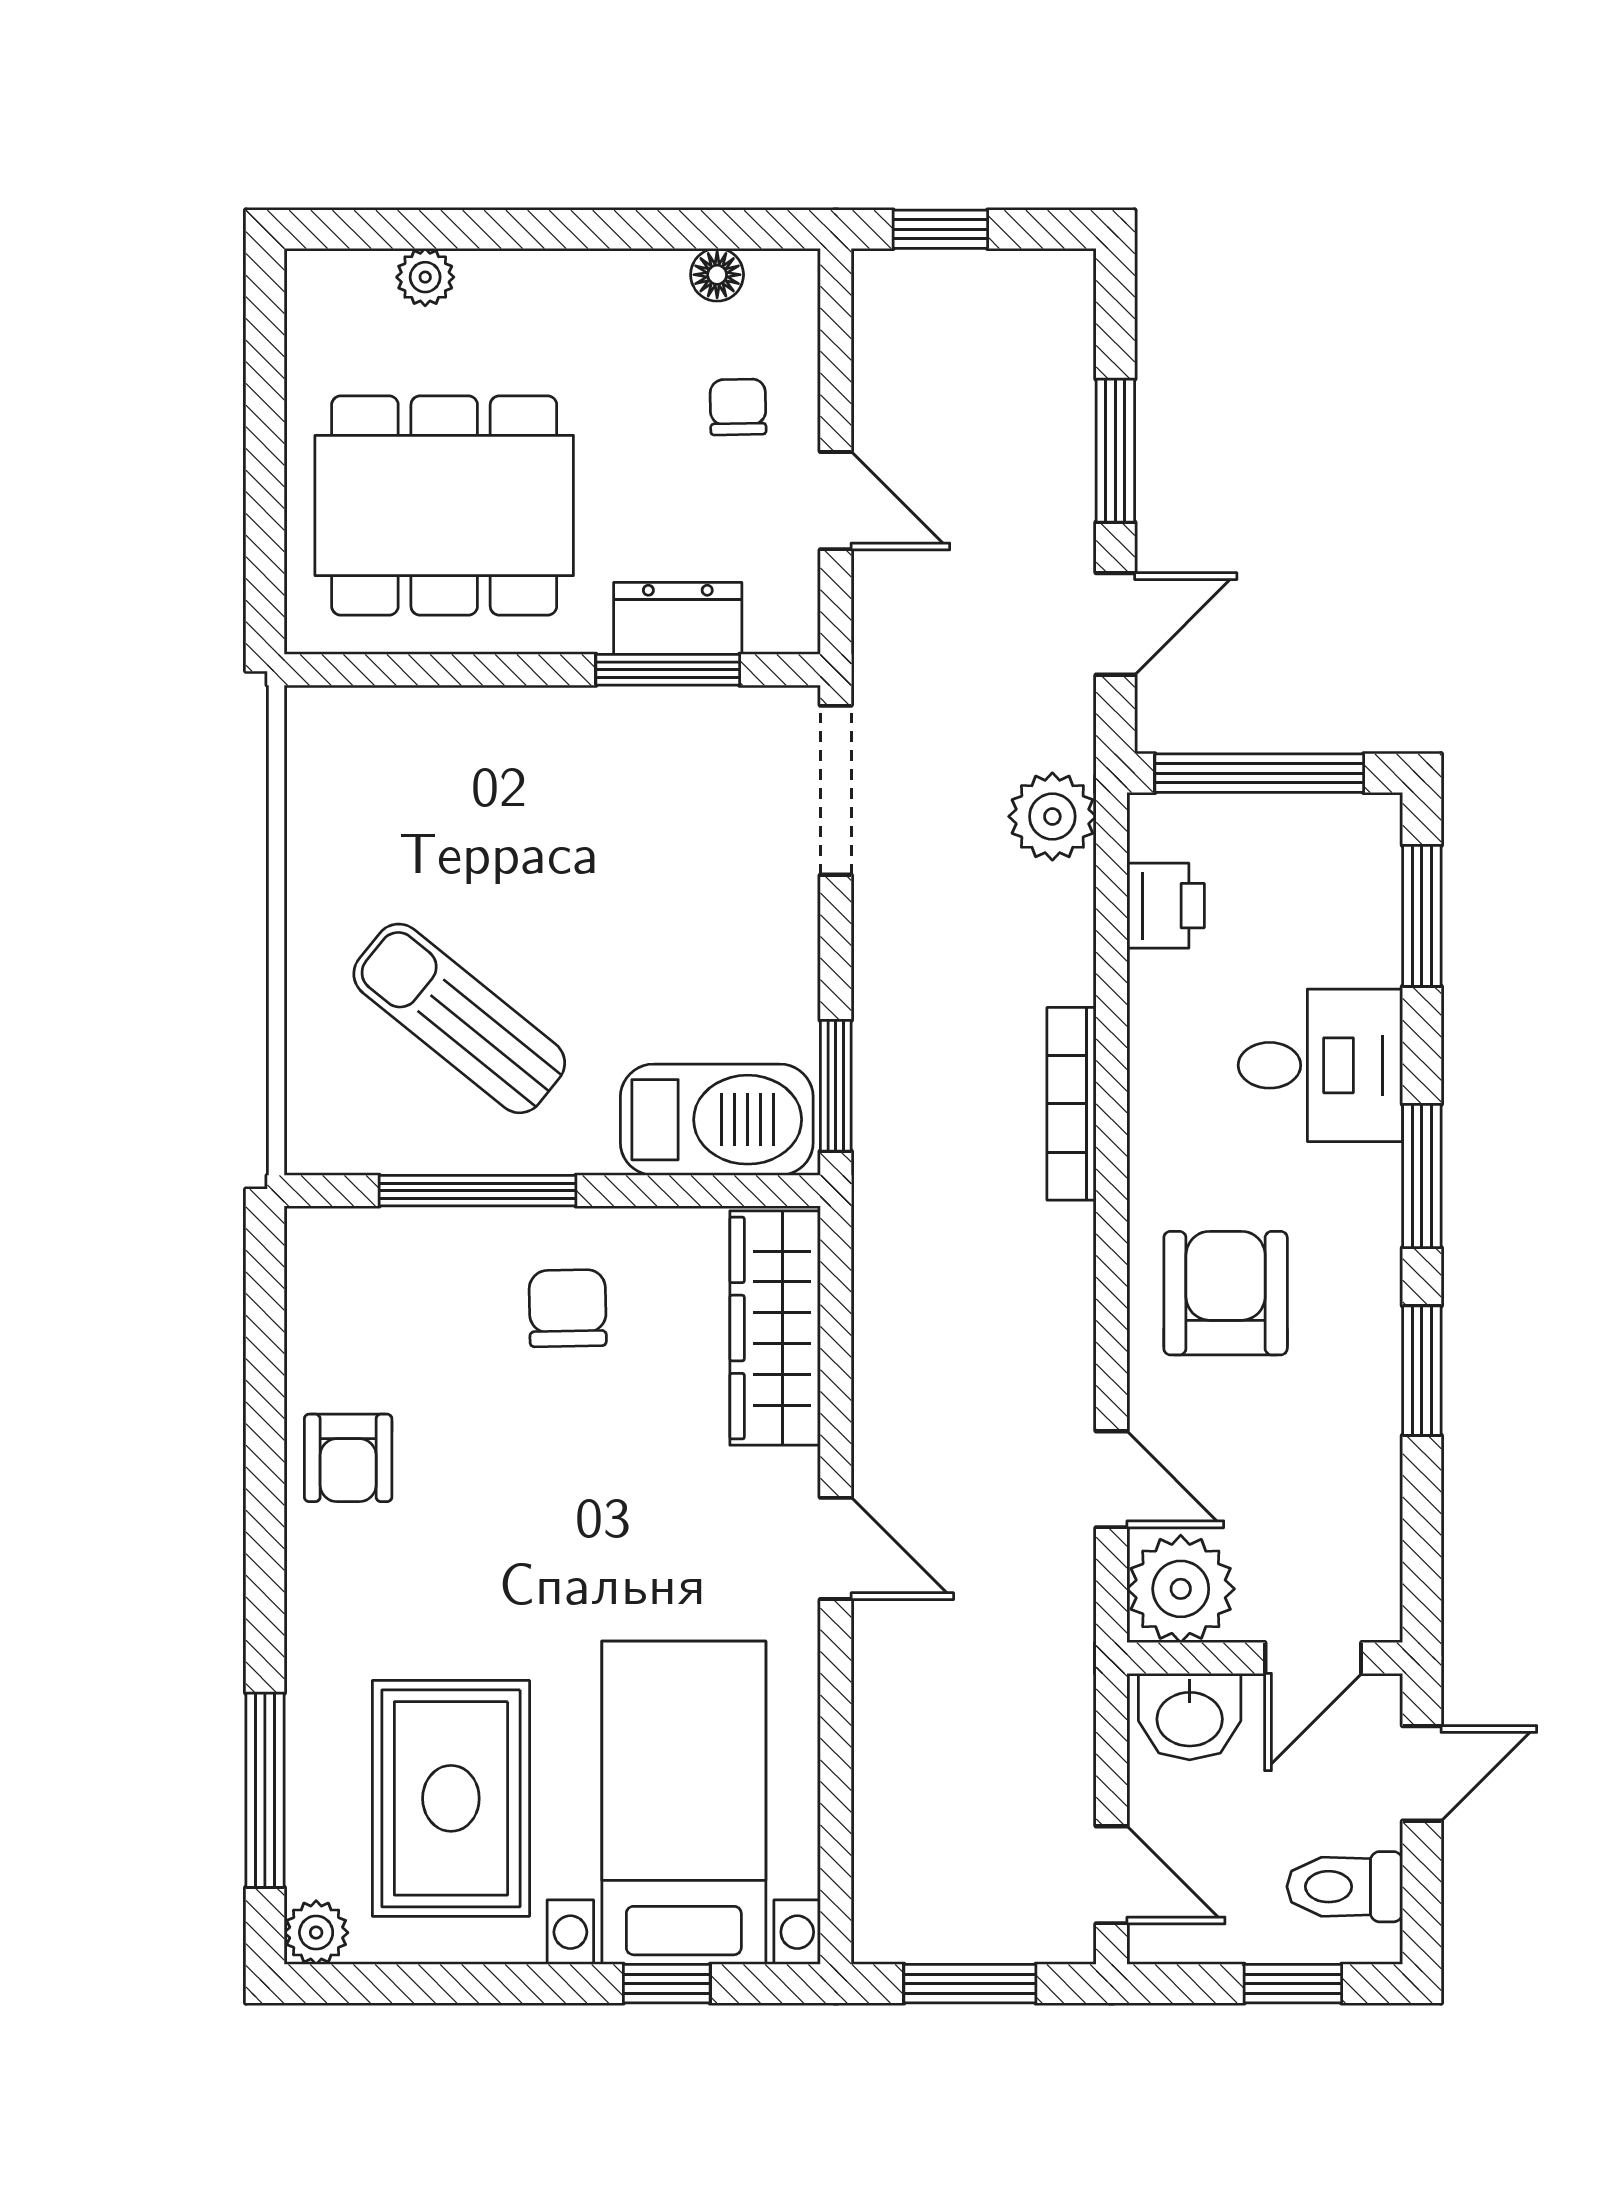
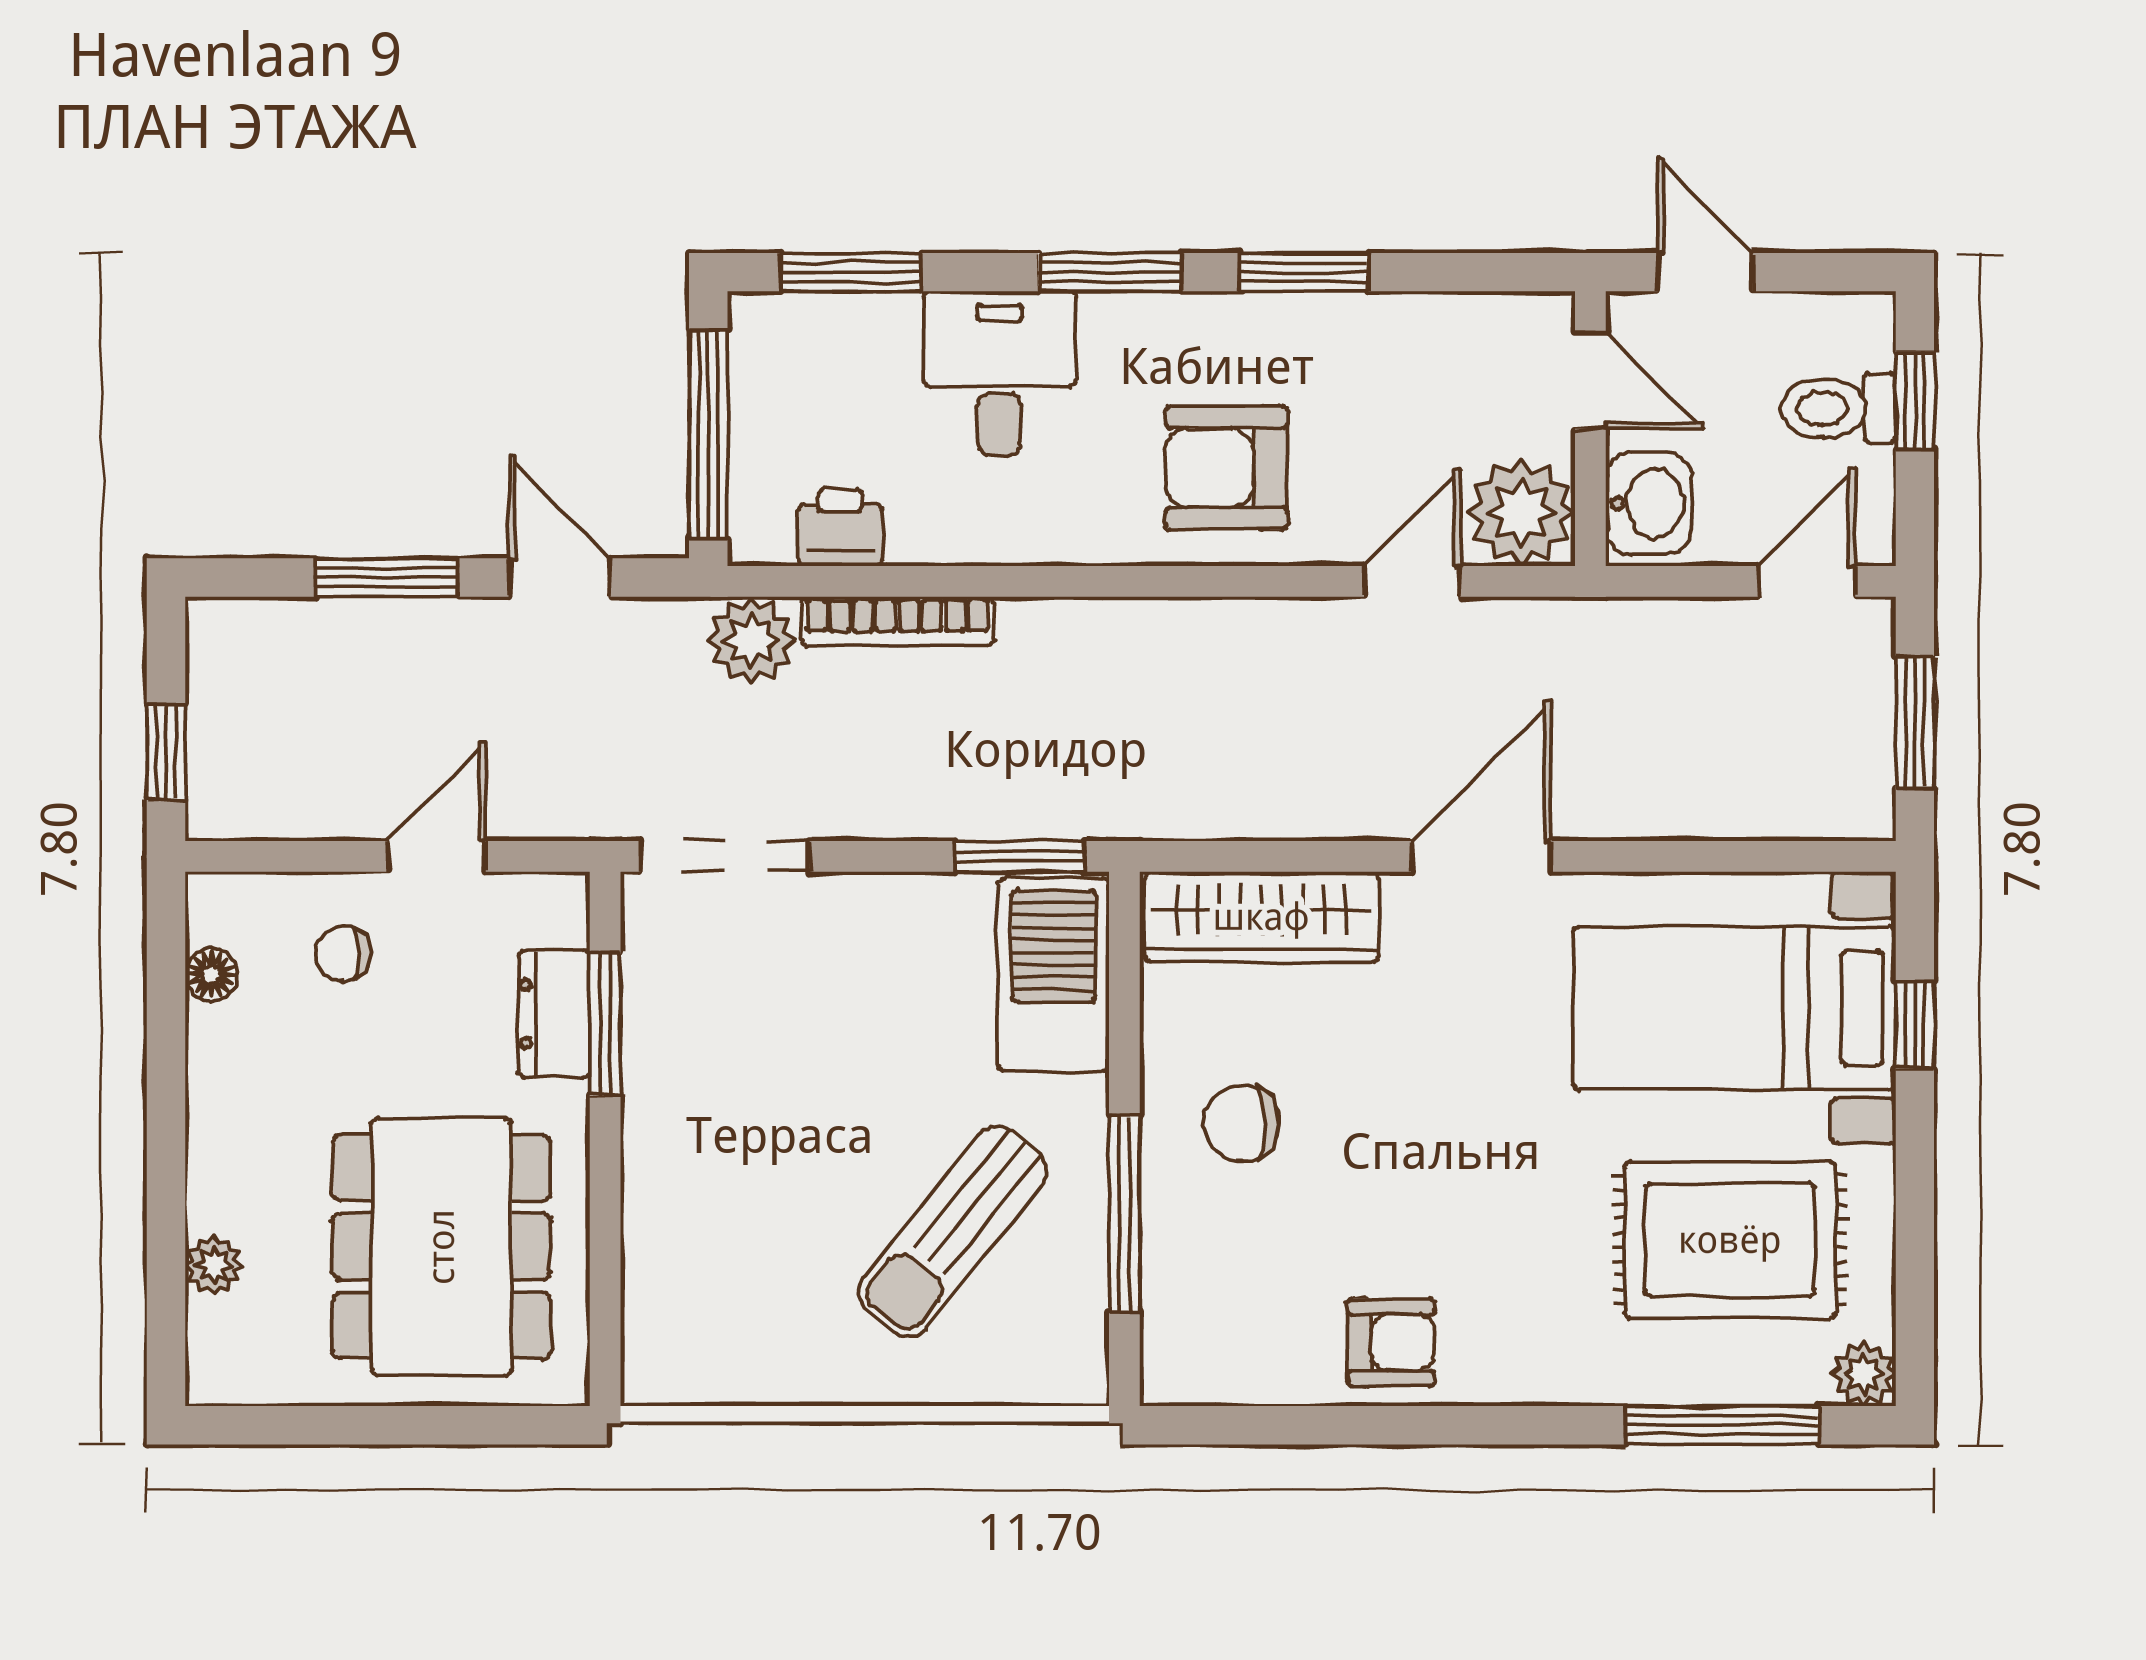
bookcase: (1072, 1104) -> (897, 621), moved
door: (836, 1548) -> (1481, 856), width x1.38
toilet: (1345, 1887) -> (1838, 408), moved, turned 90

